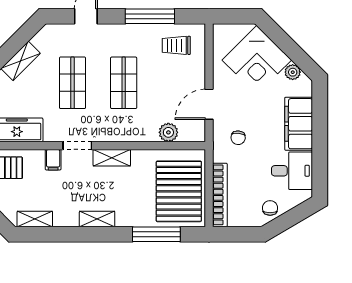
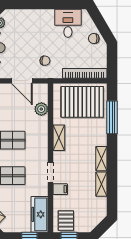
filing cabinet: (299, 124) -> (35, 19), removed
shelving: (112, 158) -> (59, 138), moved
shelving: (35, 219) -> (101, 184), moved

